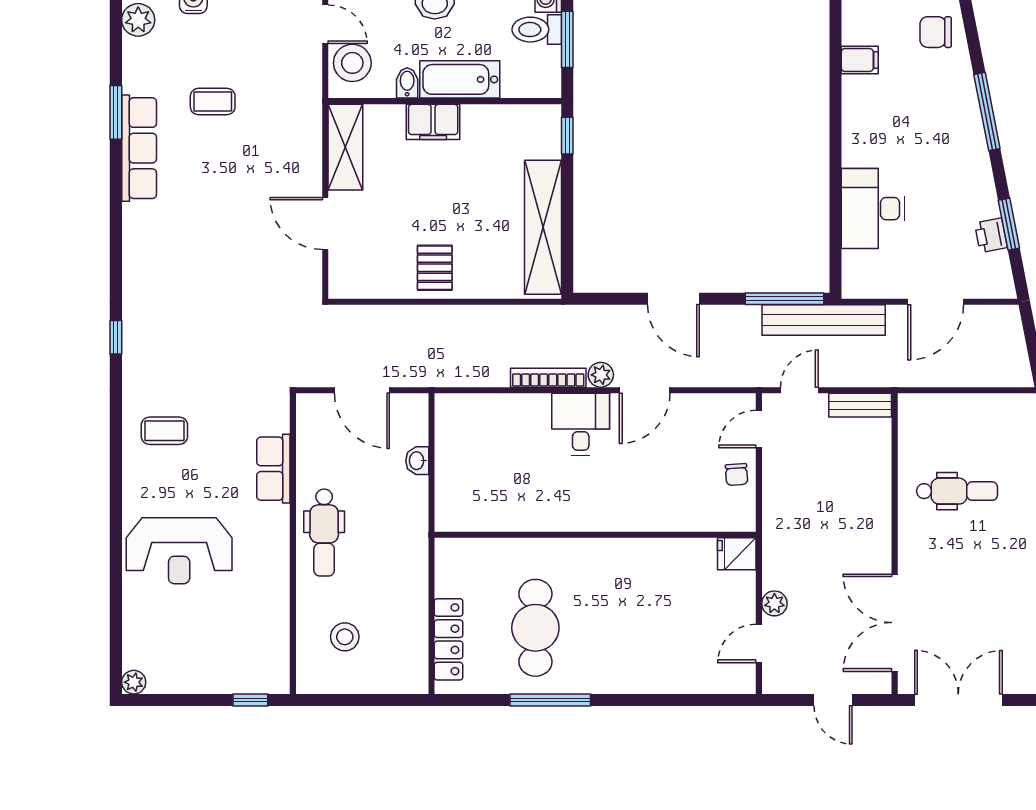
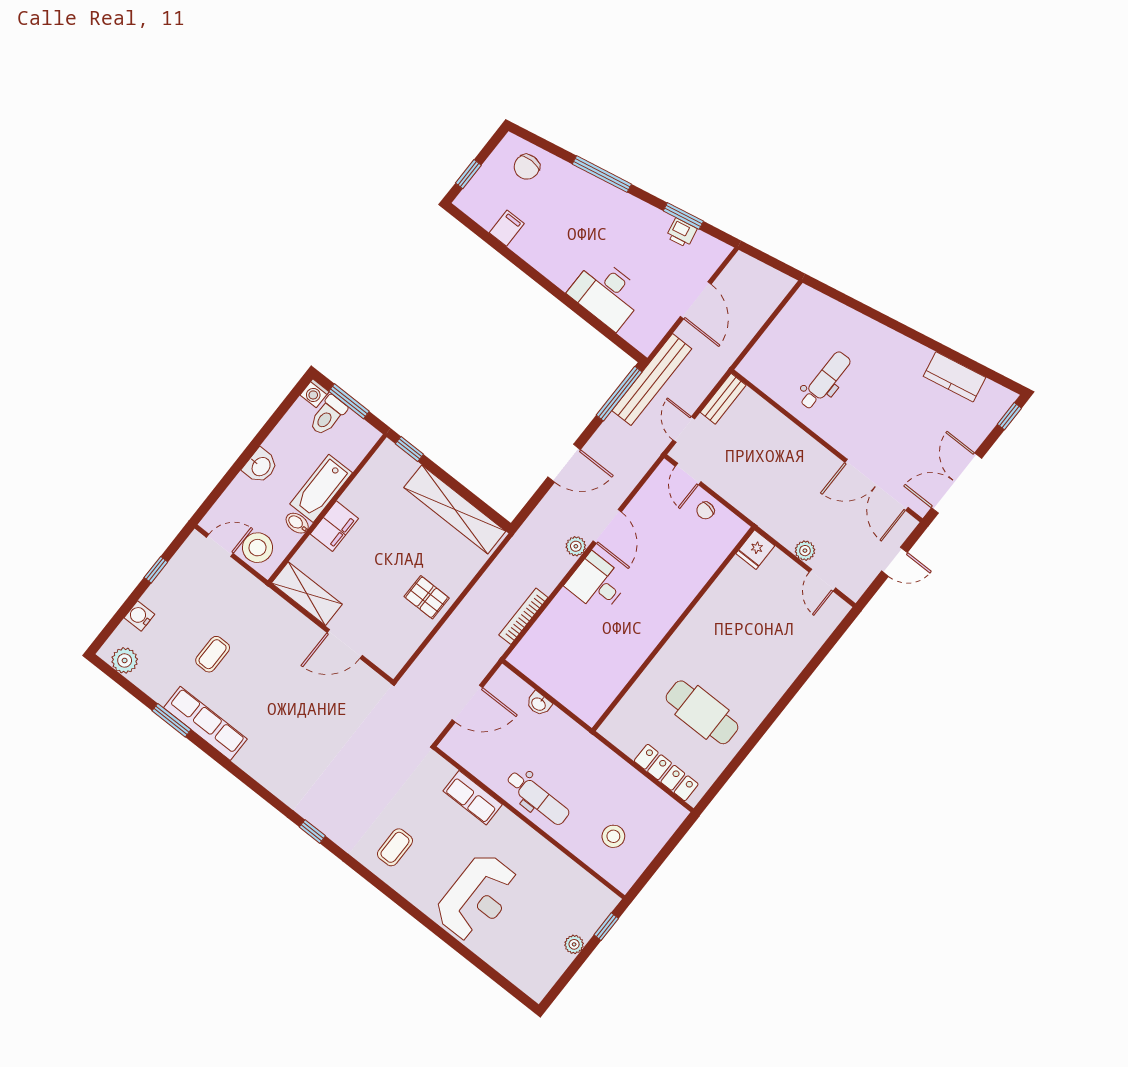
bookcase: (548, 378) -> (523, 616), moved
chair: (737, 474) -> (705, 510), turned 104
plant: (134, 682) -> (574, 944), moved
window: (550, 700) -> (755, 739), removed

